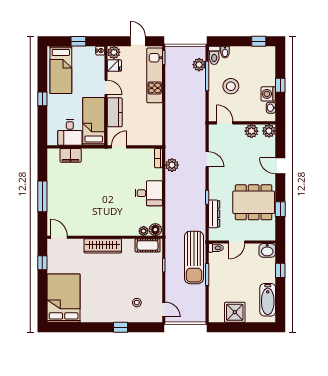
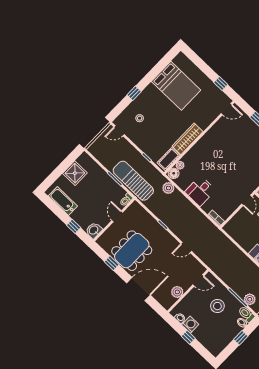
window: (259, 41) -> (241, 338), moved
plant: (269, 131) -> (167, 303), removed
plant: (172, 165) -> (168, 188), moved
door: (280, 166) -> (138, 289), width x1.87
dresser: (214, 214) -> (148, 219), removed
wardrobe: (103, 246) -> (187, 139), moved
bed: (64, 298) -> (176, 86), moved

